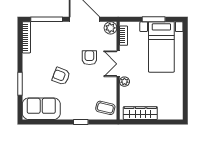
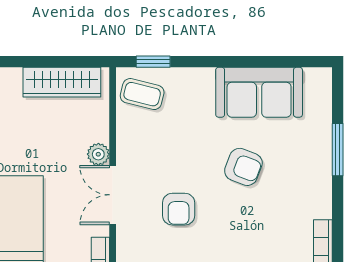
double door: (118, 64) -> (113, 195), swing flipped
sofa: (41, 109) -> (259, 92), moved
window: (81, 122) -> (153, 62), moved

